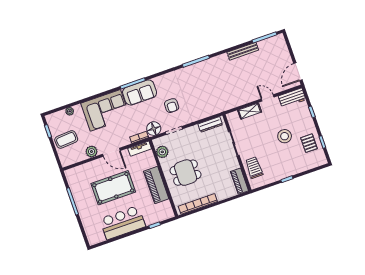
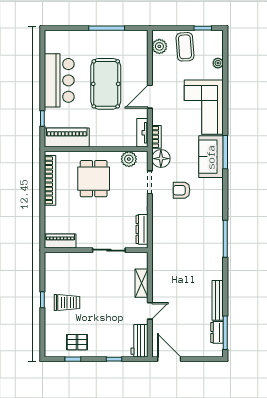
dresser: (266, 44) -> (217, 332), added
stool: (285, 136) -> (96, 315), removed
plant: (92, 152) -> (159, 46), moved
trolley: (254, 168) -> (67, 302), moved
piano: (156, 185) -> (67, 137), moved

